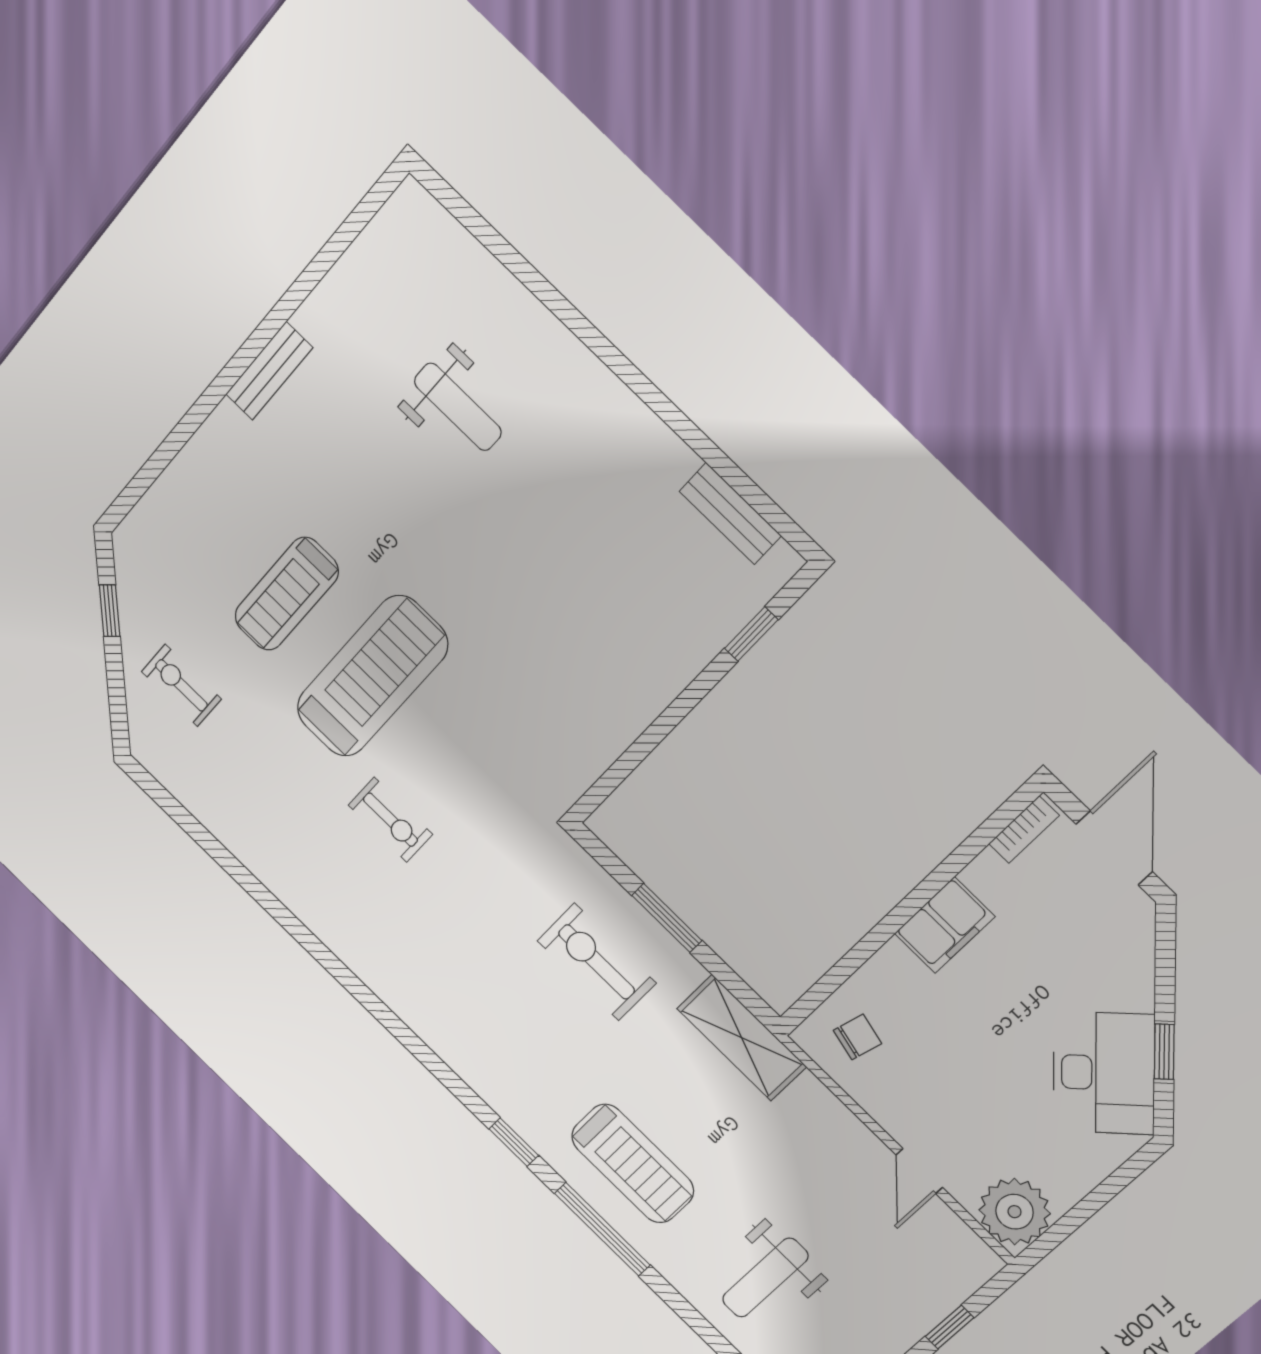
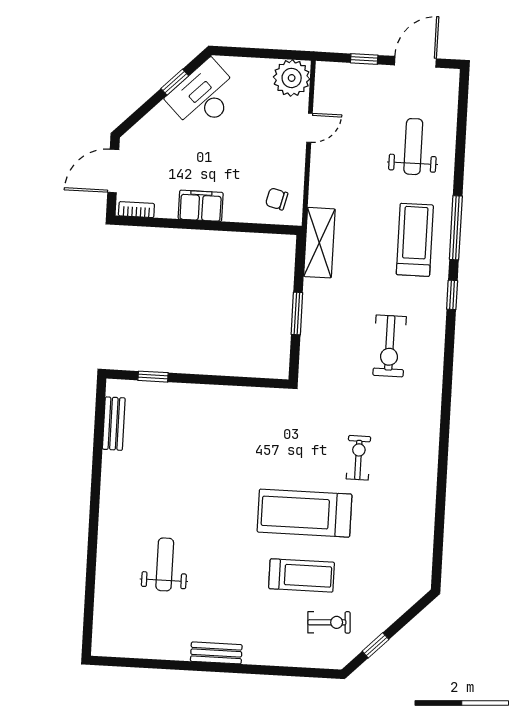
exercise bike: (181, 685) -> (329, 622), moved, turned -93
exercise bike: (597, 962) -> (390, 346), moved
weight bench: (765, 1278) -> (413, 147), turned -90

